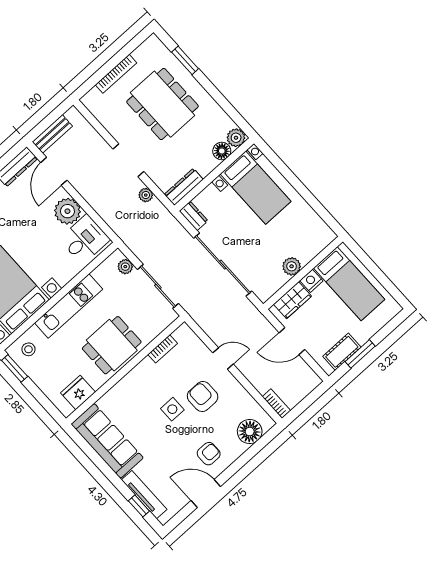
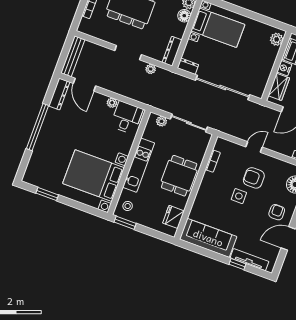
bench: (52, 134) -> (73, 56), width x1.36
plant: (67, 211) -> (112, 103), width x0.53, depth x0.53
plant: (292, 266) -> (277, 39), moved
window: (139, 506) -> (237, 264), moved

